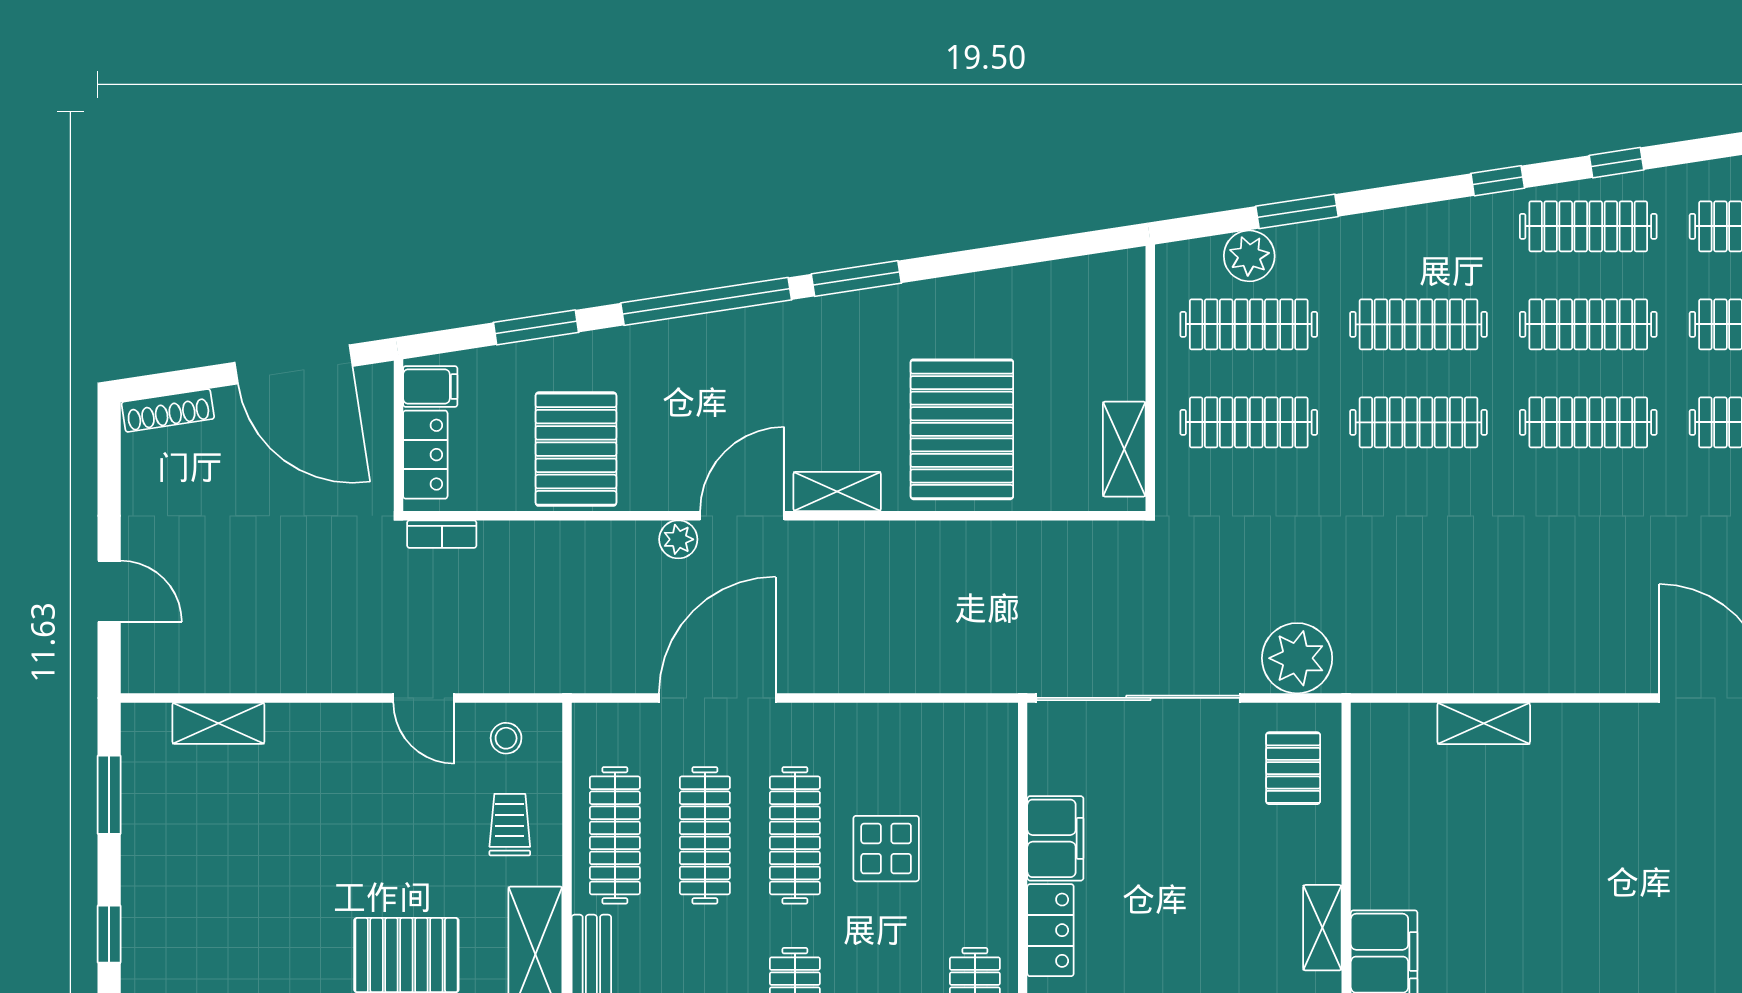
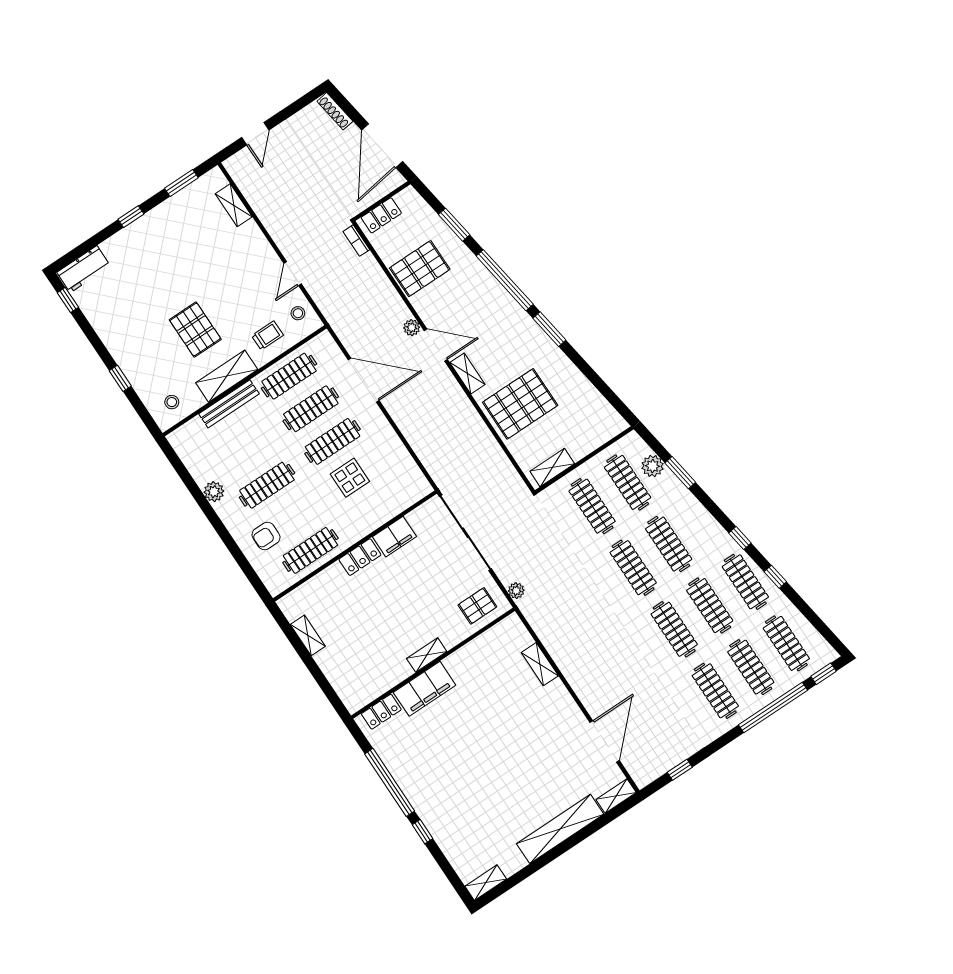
filing cabinet: (430, 387) -> (407, 201), removed
plant: (1297, 658) -> (516, 591), width x0.53, depth x0.53

